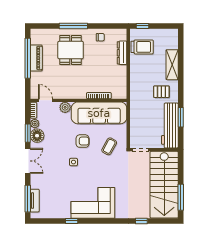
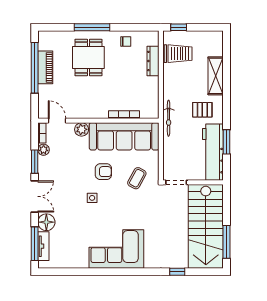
bicycle: (134, 98) -> (169, 118), added
floor lamp: (37, 136) -> (46, 222), moved
window: (72, 221) -> (90, 272), removed

